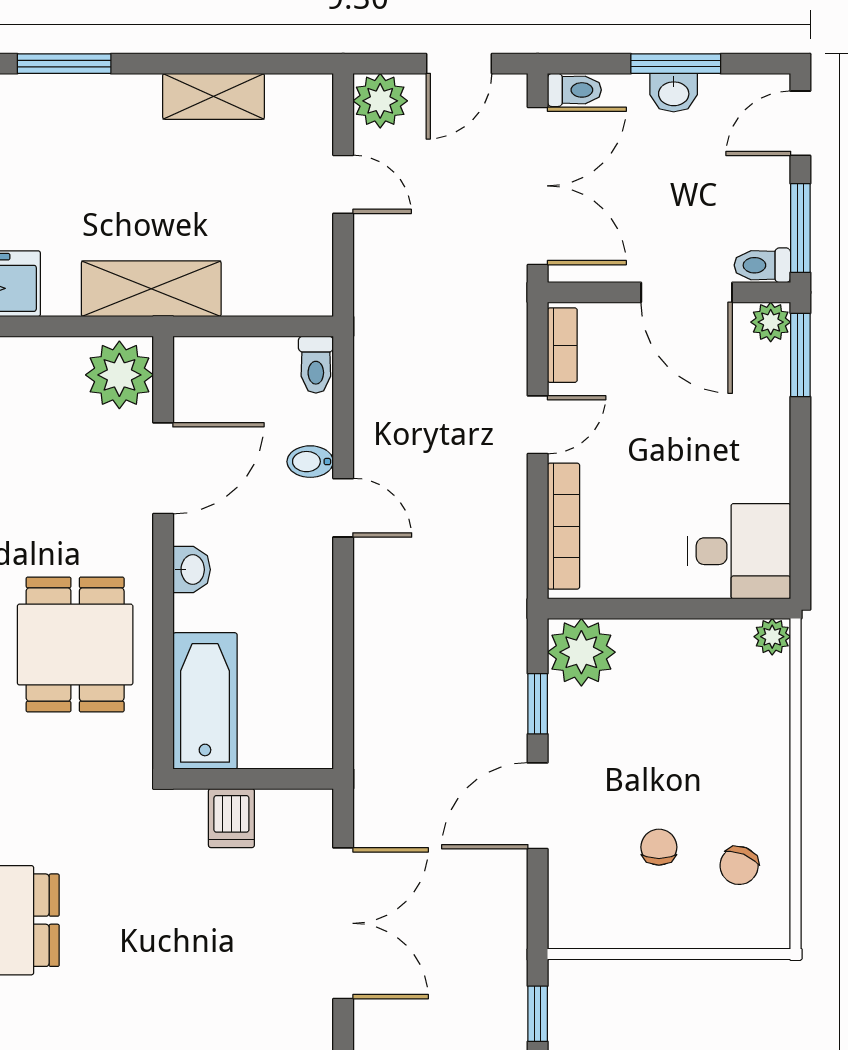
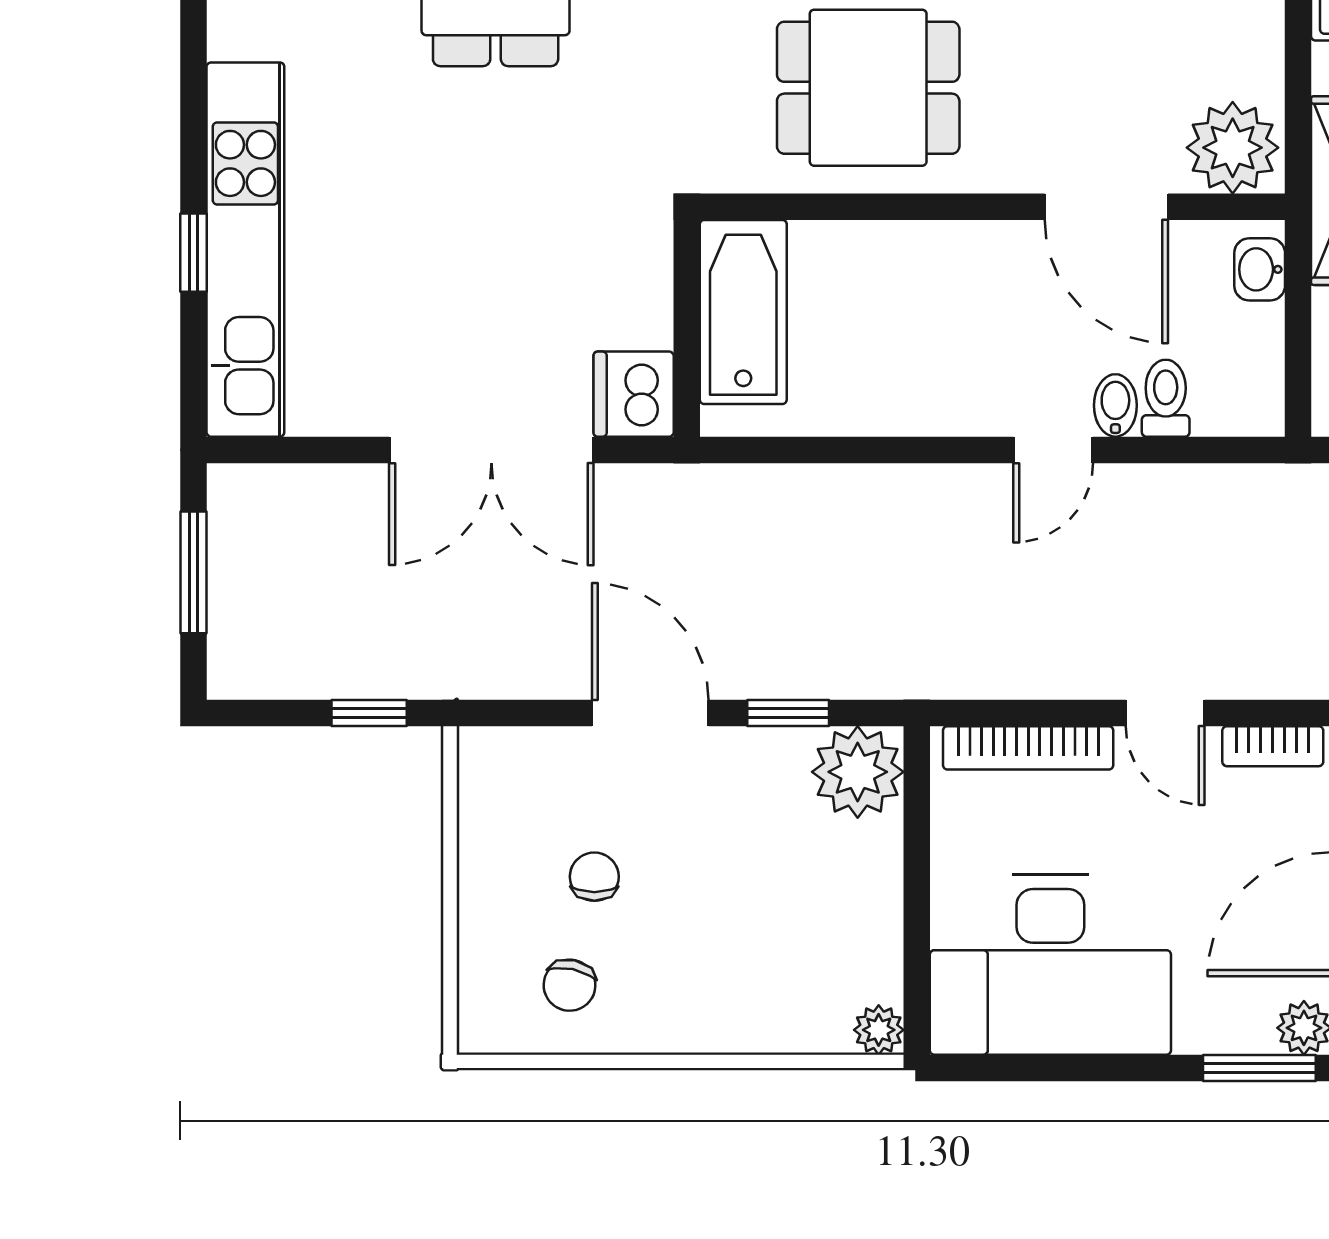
toilet: (316, 365) -> (1166, 398), moved, turned 90
desk: (739, 551) -> (1050, 965), width x1.87, depth x1.30
washbasin: (192, 570) -> (1260, 269), moved, turned 90
bathtub: (205, 701) -> (743, 312), moved, turned -90
dishwasher: (231, 818) -> (634, 394), moved, width x1.38
chair: (659, 847) -> (594, 877), turned -90
chair: (739, 865) -> (569, 985), turned -100

